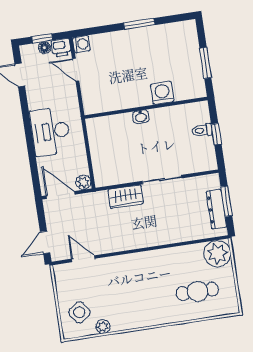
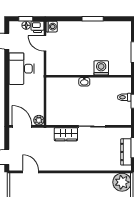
desk: (50, 131) -> (22, 69), moved

